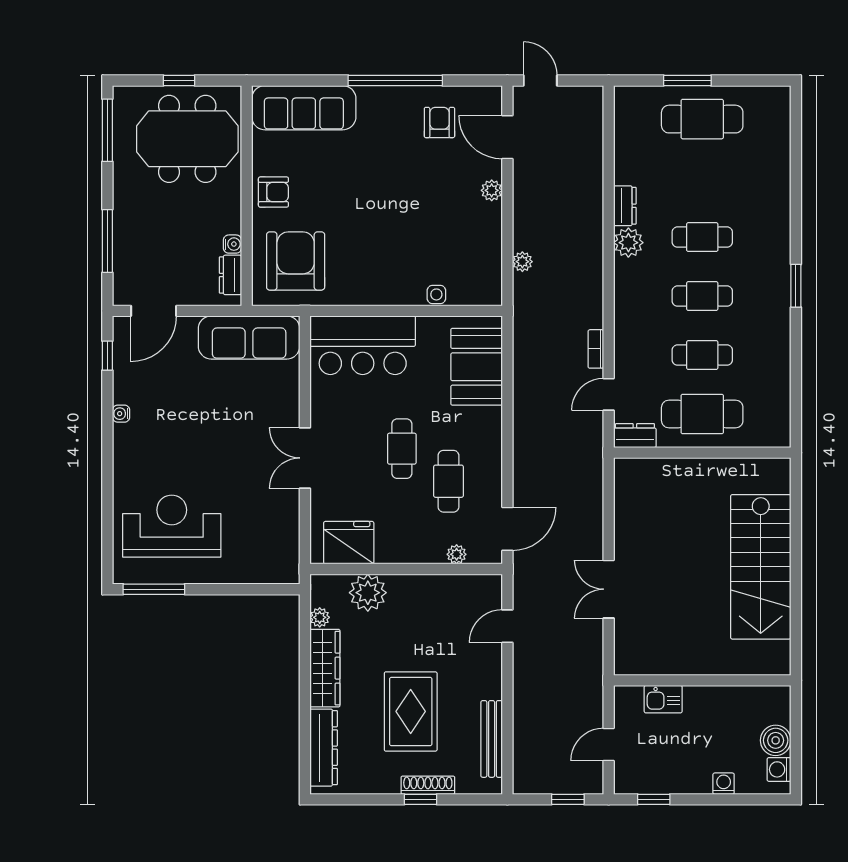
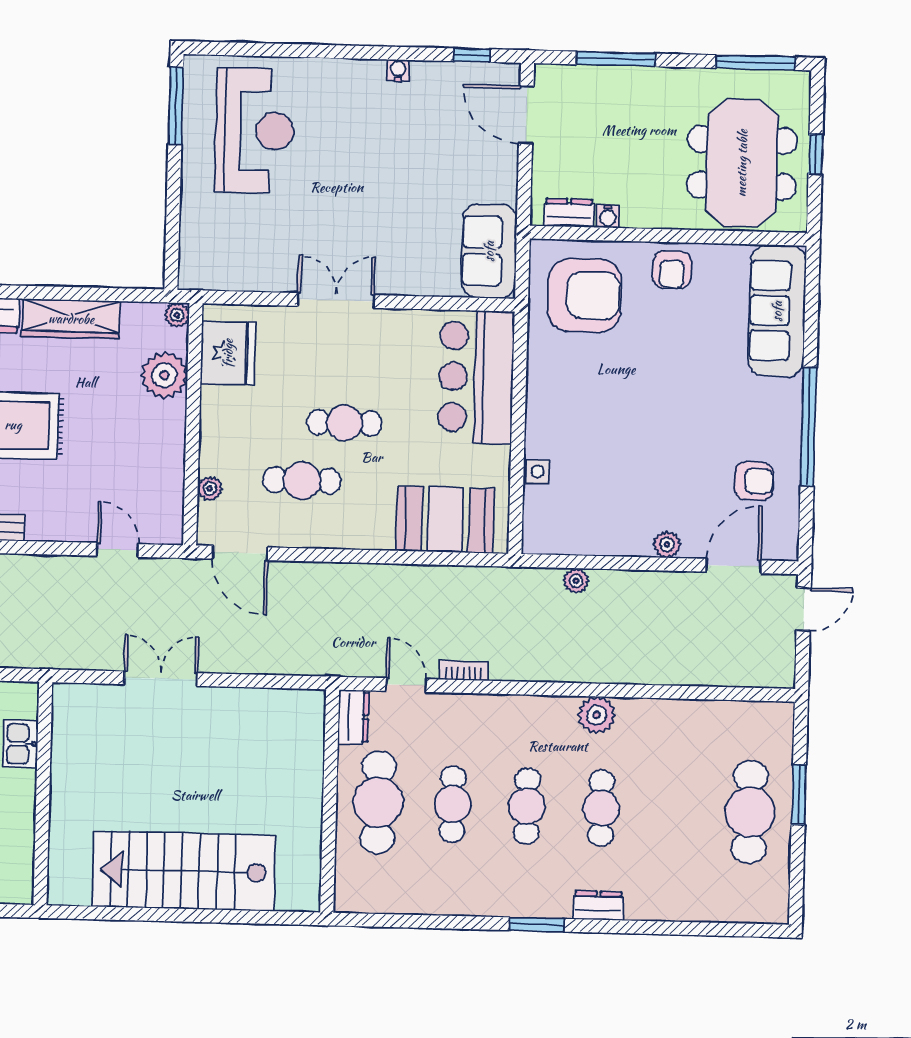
dresser: (625, 206) -> (598, 906), moved, turned 180
sofa: (249, 337) -> (489, 251), width x0.73
plant: (320, 617) -> (177, 315), moved

